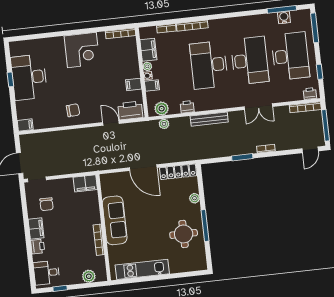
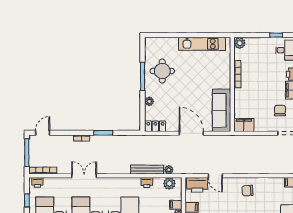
bench: (209, 119) -> (147, 170), moved
locker: (178, 172) -> (155, 126), width x0.66
sofa: (115, 220) -> (222, 110), moved
plant: (89, 276) -> (240, 43), moved

